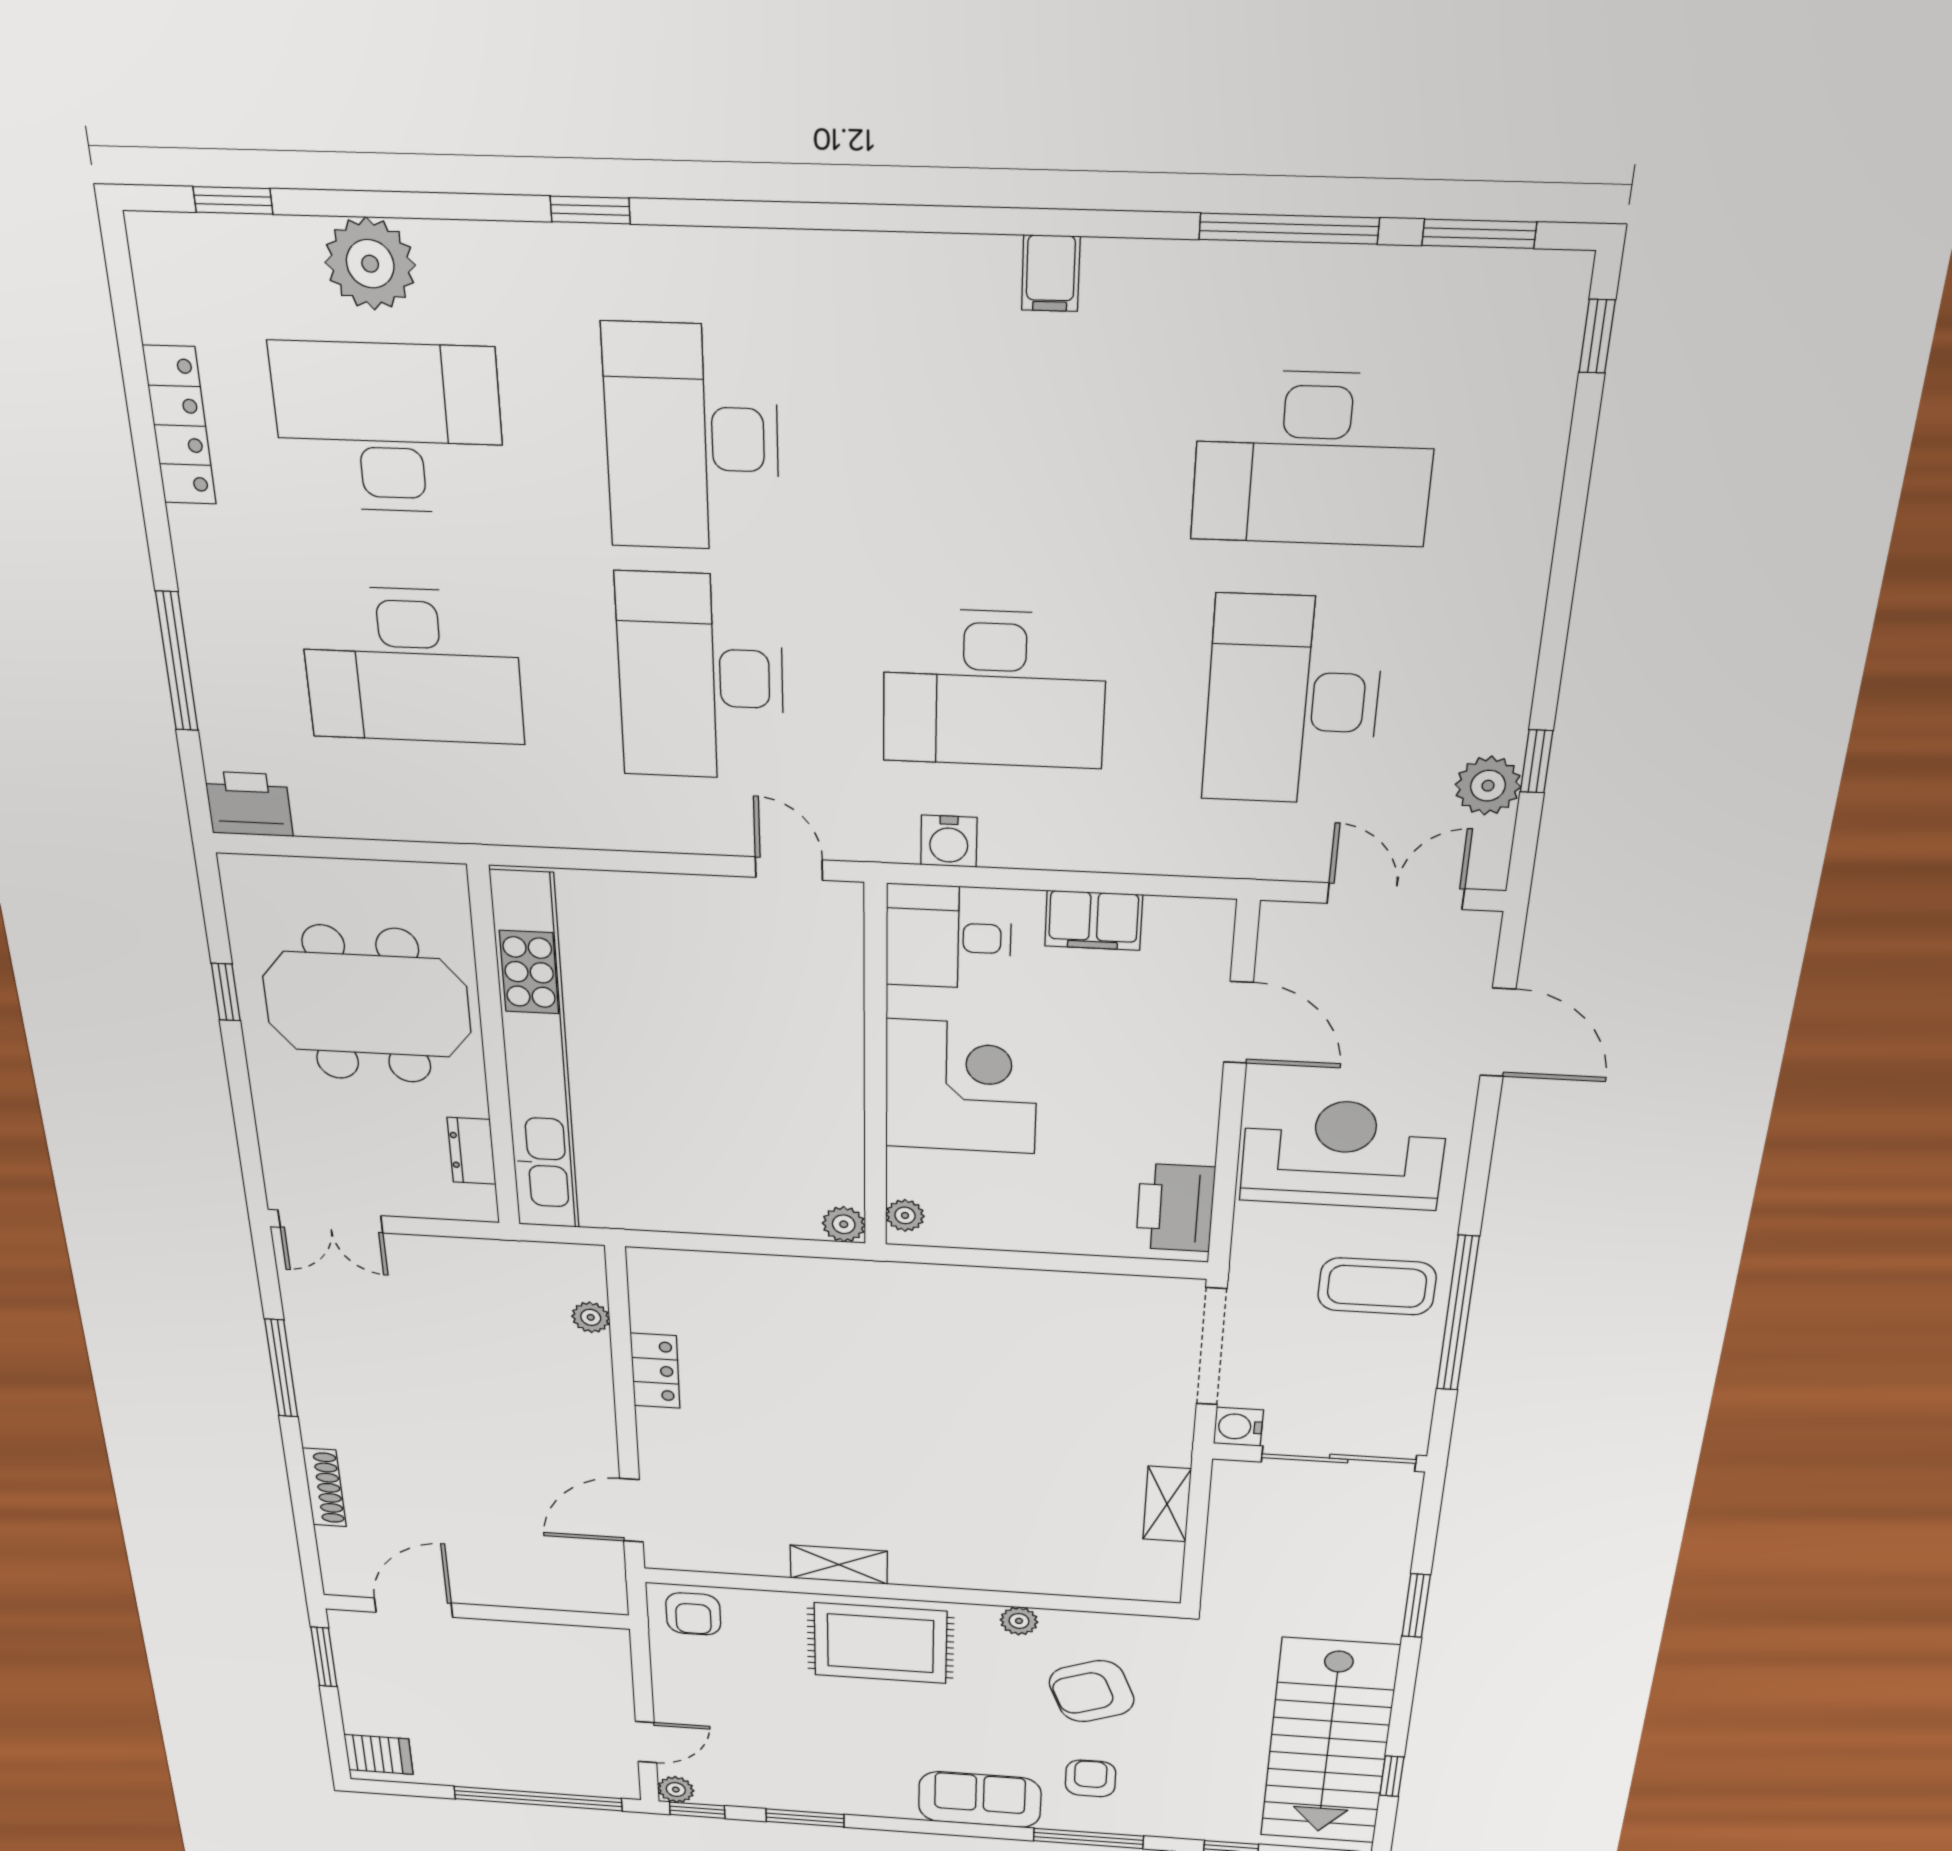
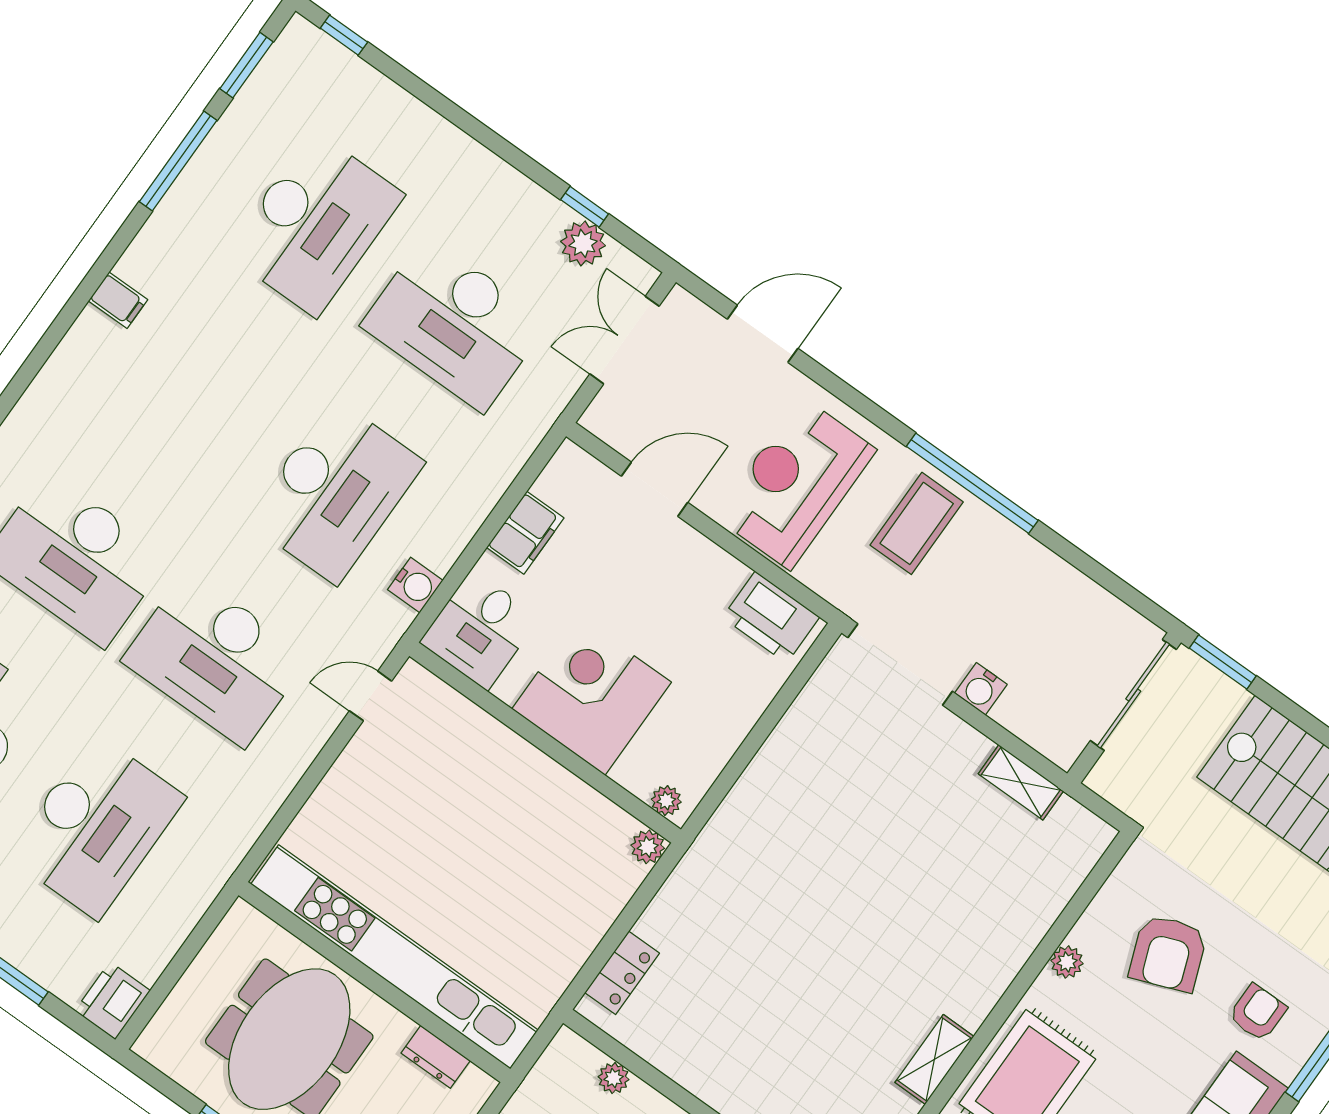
locker: (655, 1371) -> (622, 973), moved, turned 90
wall: (1319, 1457) -> (1124, 708), moved
sliding door: (1339, 1459) -> (1133, 695), moved
armchair: (1090, 1778) -> (1258, 1013), turned 90

